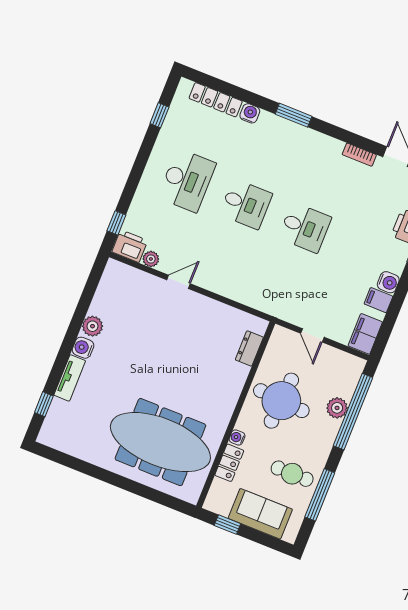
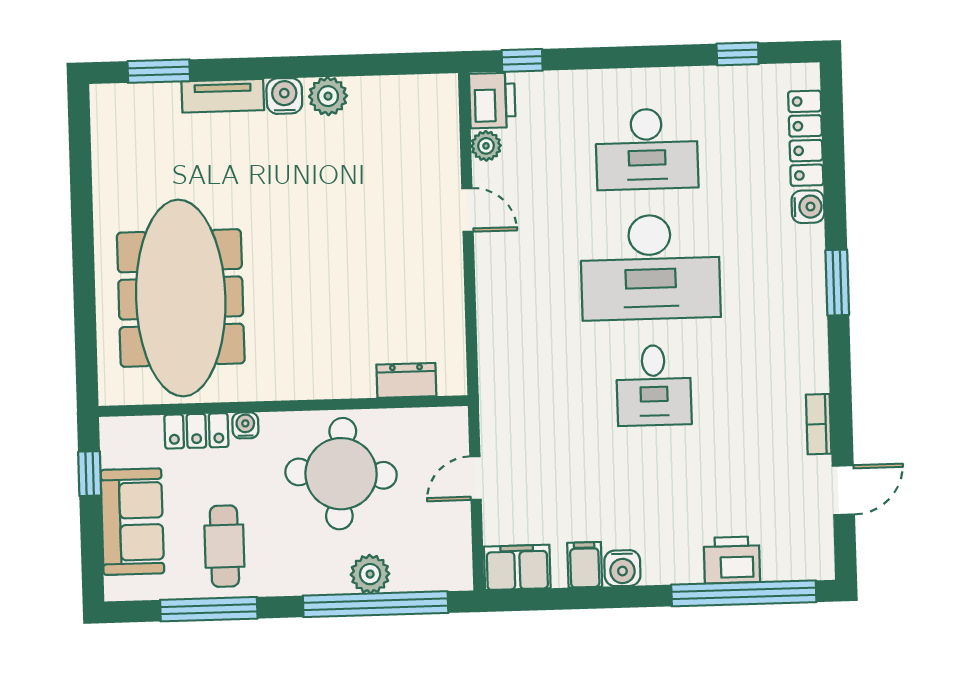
desk: (246, 204) -> (650, 267), width x1.87, depth x1.30
window: (44, 404) -> (159, 71), width x1.50

